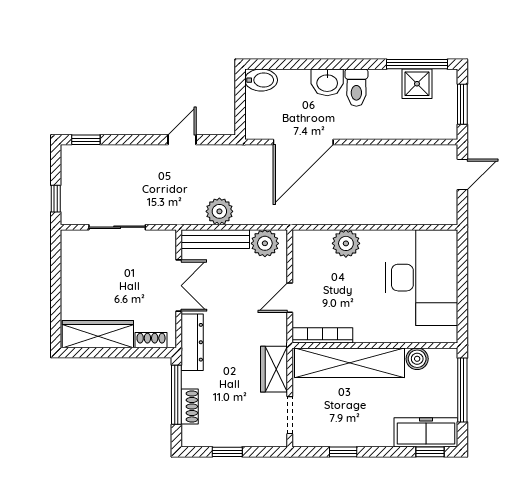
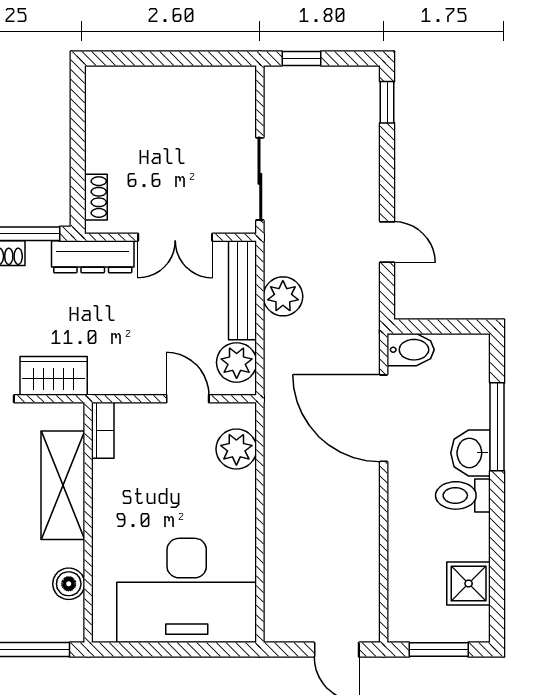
window: (417, 64) -> (497, 427), moved
bidet: (261, 80) -> (411, 350), moved, turned -90
sliding door: (117, 227) -> (260, 179), moved
plant: (346, 243) -> (236, 449), moved
door: (290, 298) -> (188, 399), moved
wardrobe: (98, 334) -> (105, 120), removed
bookcase: (322, 335) -> (103, 430), width x0.64
shelving: (349, 363) -> (63, 485), width x0.68

